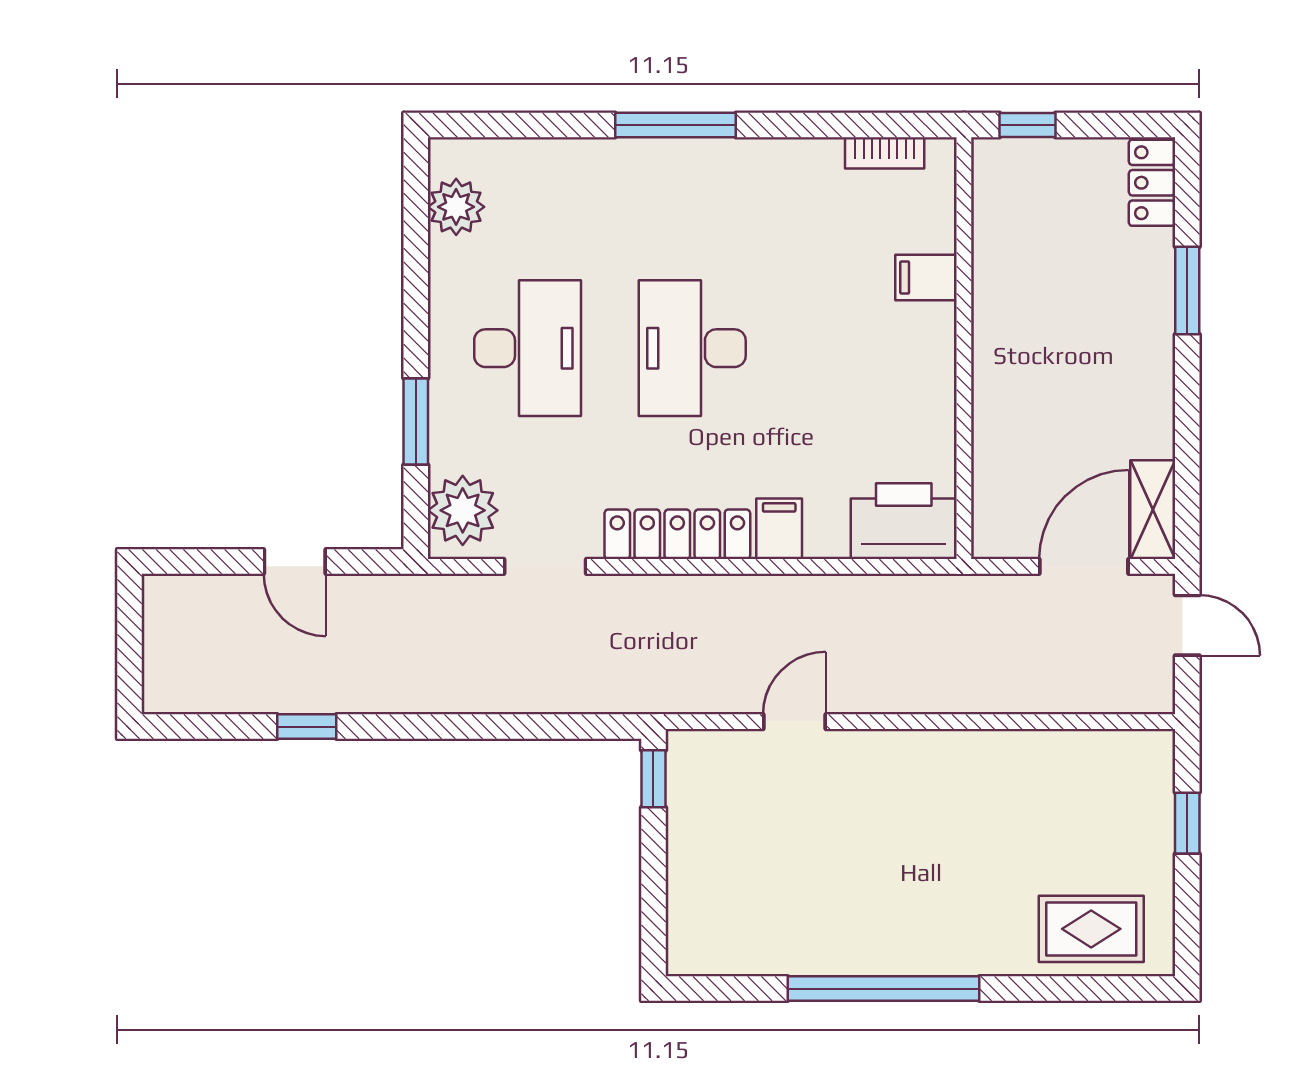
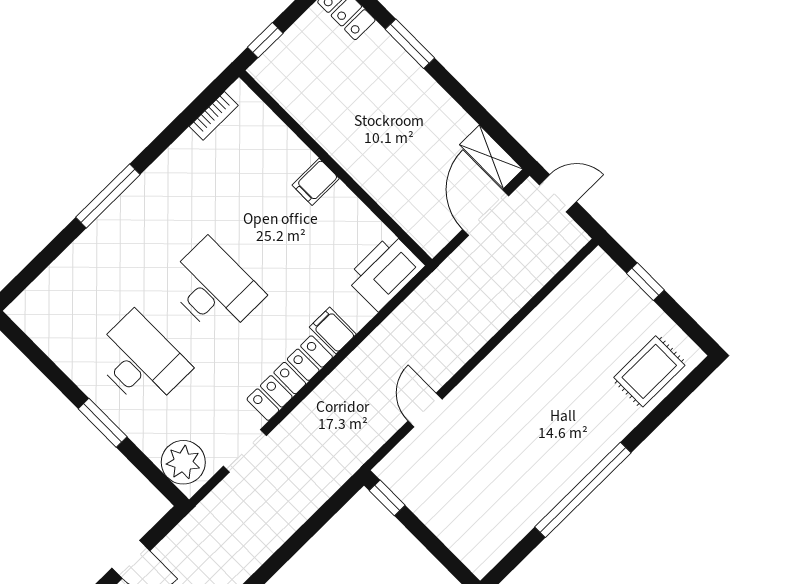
plant: (456, 207) -> (46, 330), removed
filing cabinet: (926, 277) -> (316, 182), moved
desk: (692, 348) -> (214, 288), turned 180
window: (416, 421) -> (103, 423), moved

